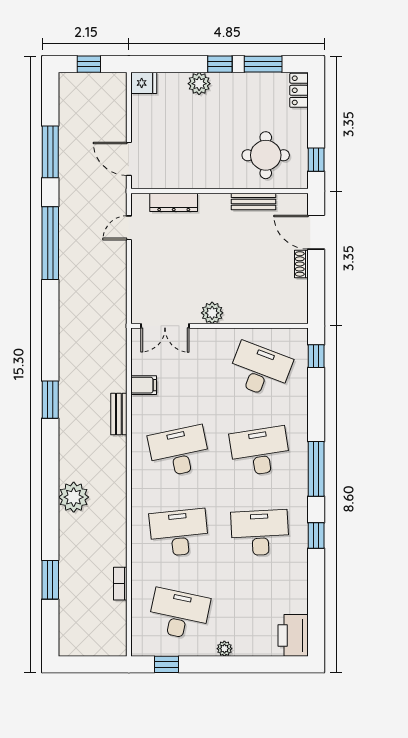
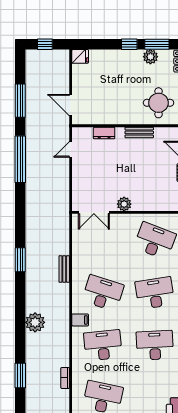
plant: (199, 84) -> (150, 57), moved
bench: (253, 201) -> (139, 132), moved
dresser: (174, 202) -> (104, 133), width x0.70
filing cabinet: (144, 385) -> (80, 320), moved
desk: (179, 451) -> (103, 293), turned 30

